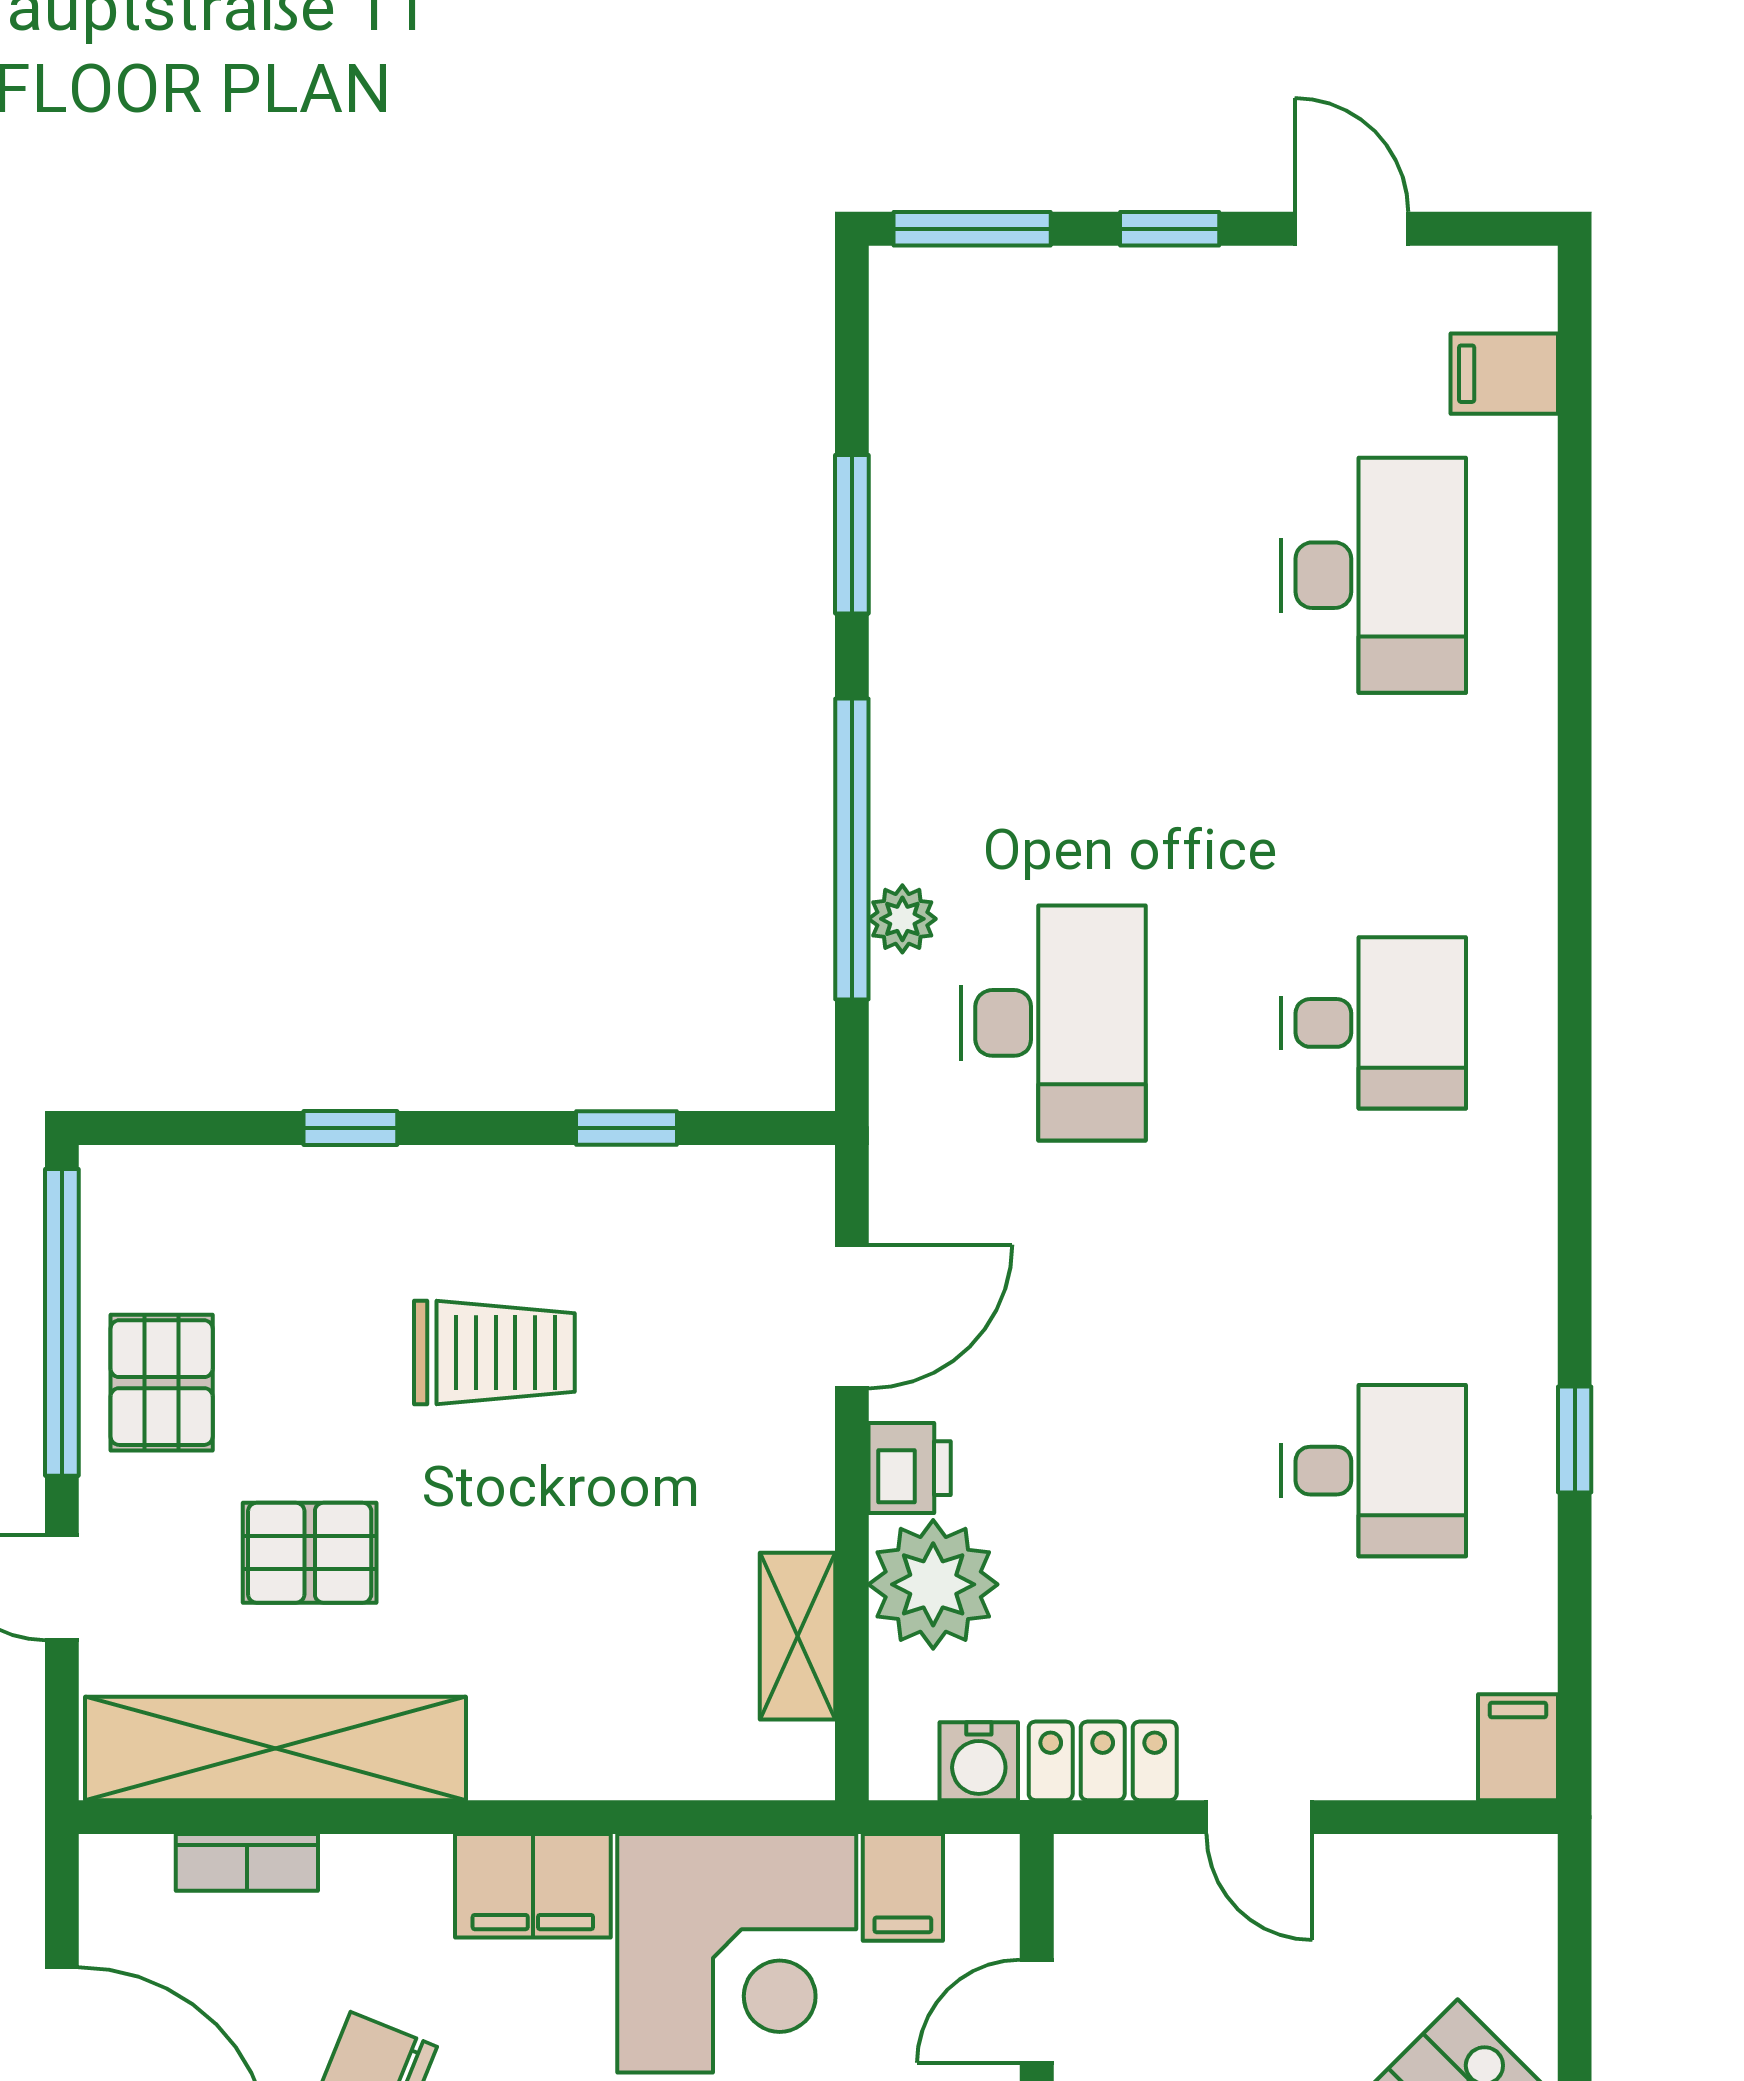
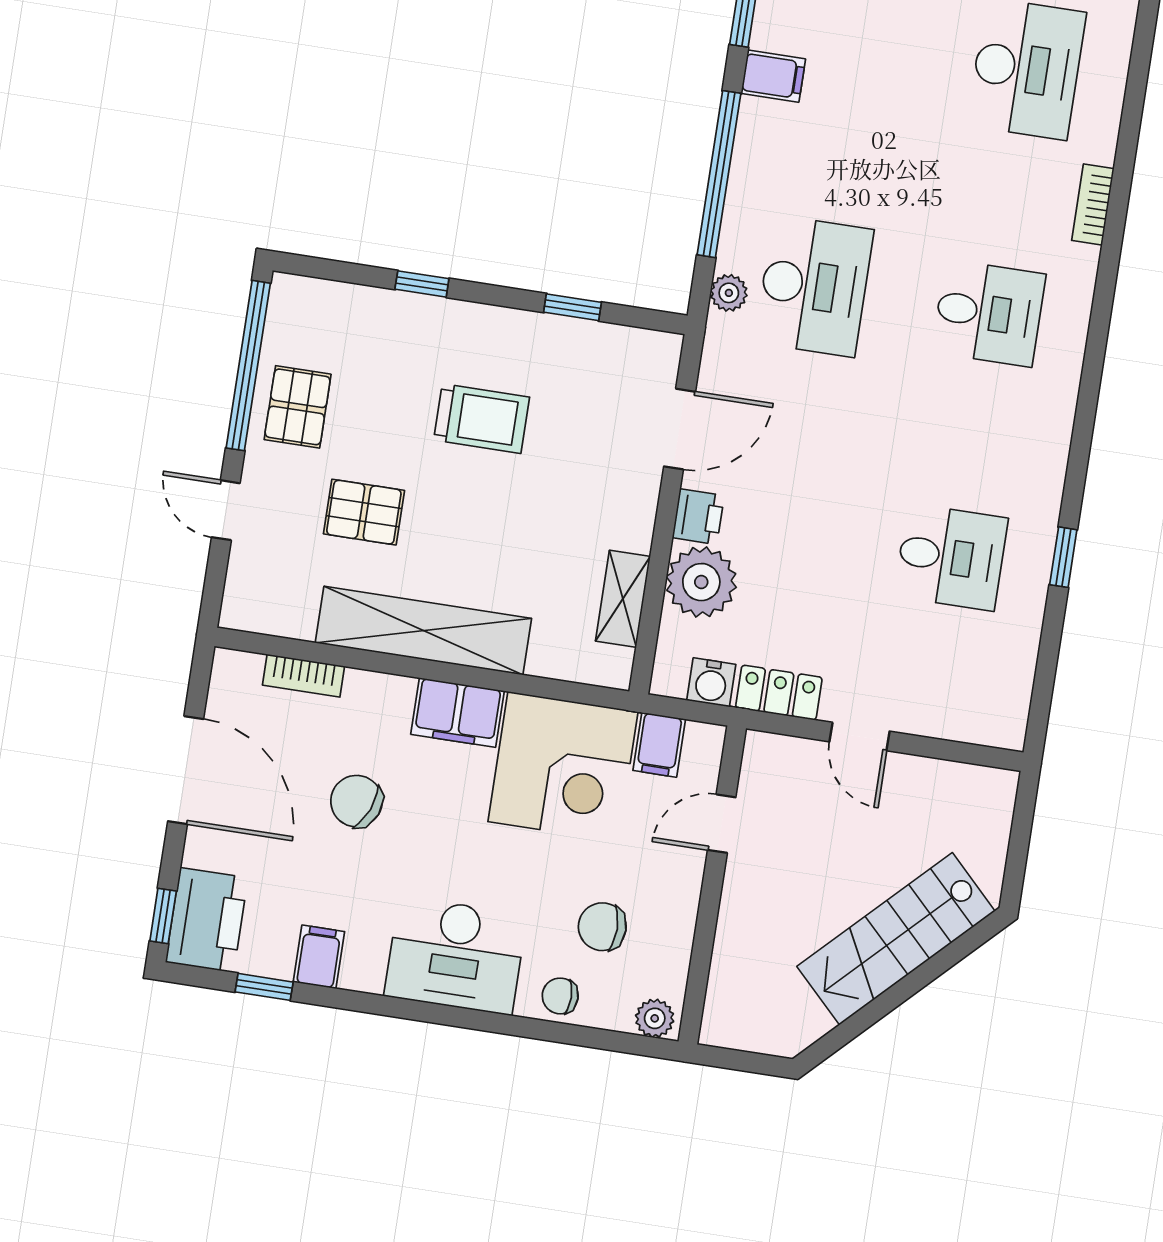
bookcase: (1530, 800) -> (1093, 205), added
plant: (902, 919) -> (729, 293), moved
filing cabinet: (1518, 1747) -> (773, 76), moved, turned 90
shelving: (275, 1748) -> (423, 631), moved

